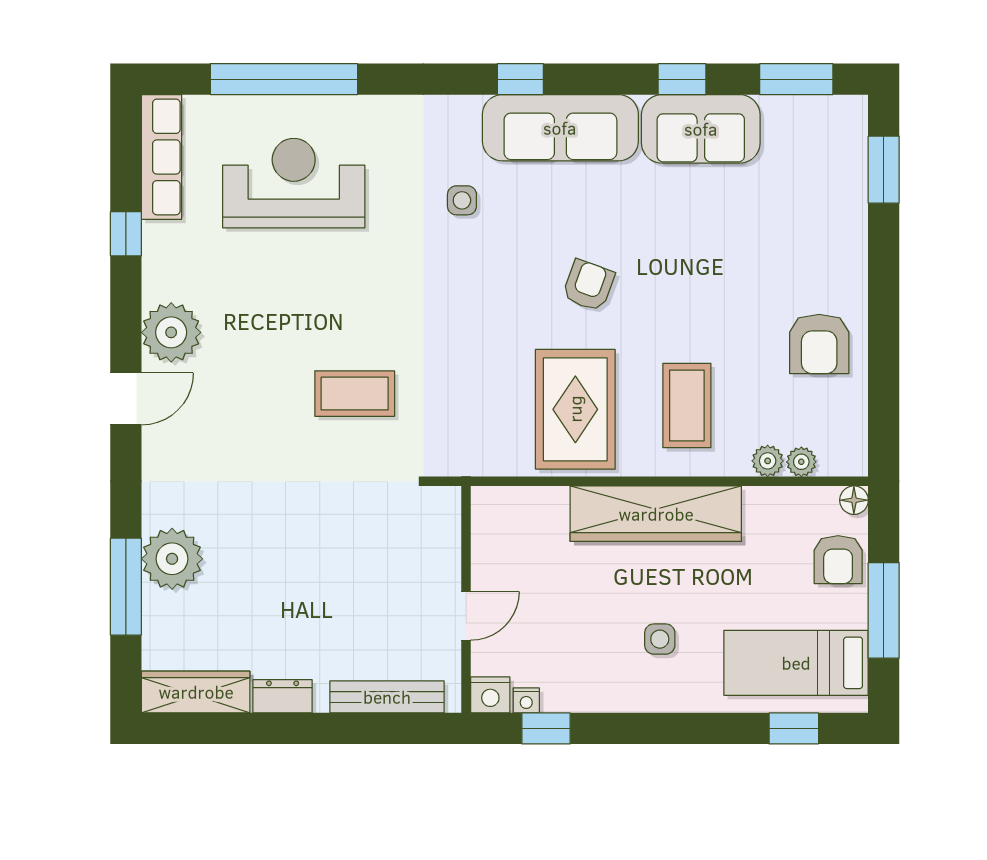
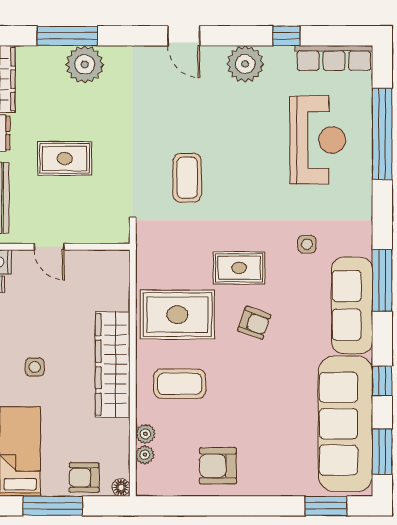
window: (520, 79) -> (382, 281), width x2.17
sofa: (701, 129) -> (345, 424), width x1.85, depth x1.27
rug: (500, 310) -> (239, 268), added
plant: (171, 332) -> (245, 64), moved
rug: (324, 591) -> (65, 158), added

